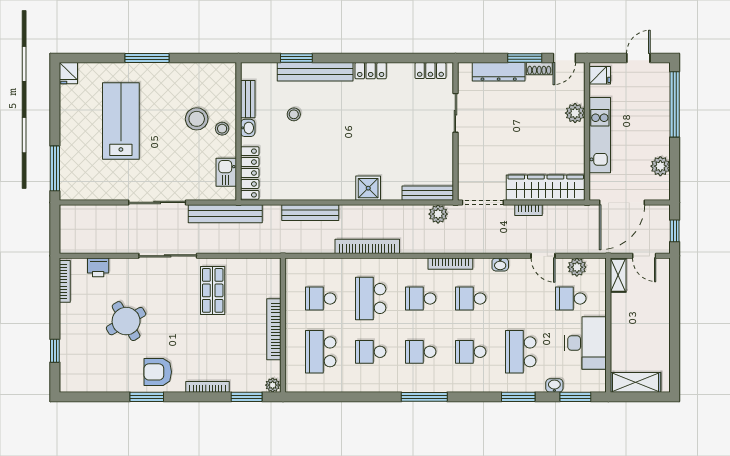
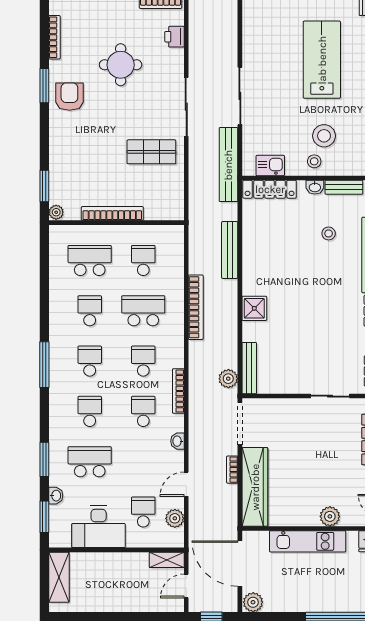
lab bench: (121, 121) -> (322, 60), turned -90
plant: (660, 166) -> (253, 602), moved
round table: (126, 321) -> (121, 65), turned 30
bookcase: (207, 387) -> (54, 37), moved

